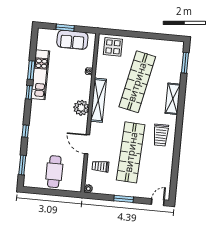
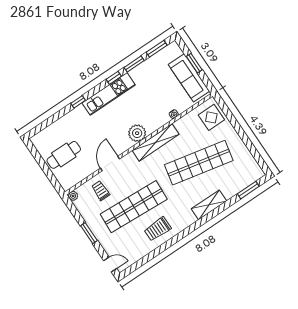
sofa: (72, 40) -> (189, 78), width x1.36
kitchen unit: (40, 75) -> (109, 94), moved
trolley: (161, 135) -> (158, 229), moved
window: (22, 165) -> (157, 49), moved

